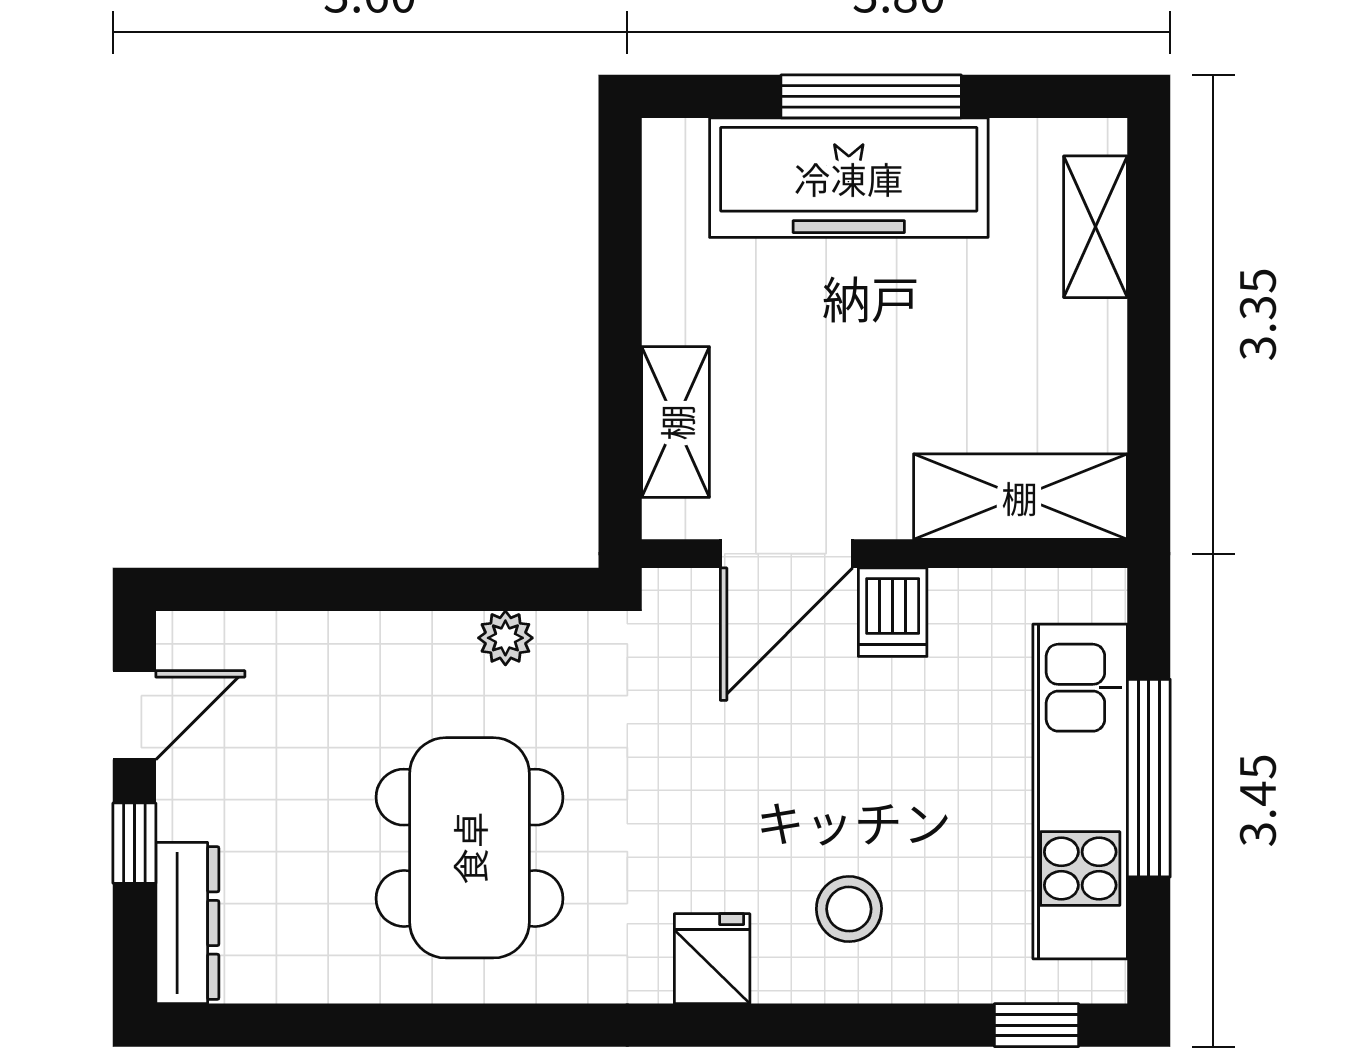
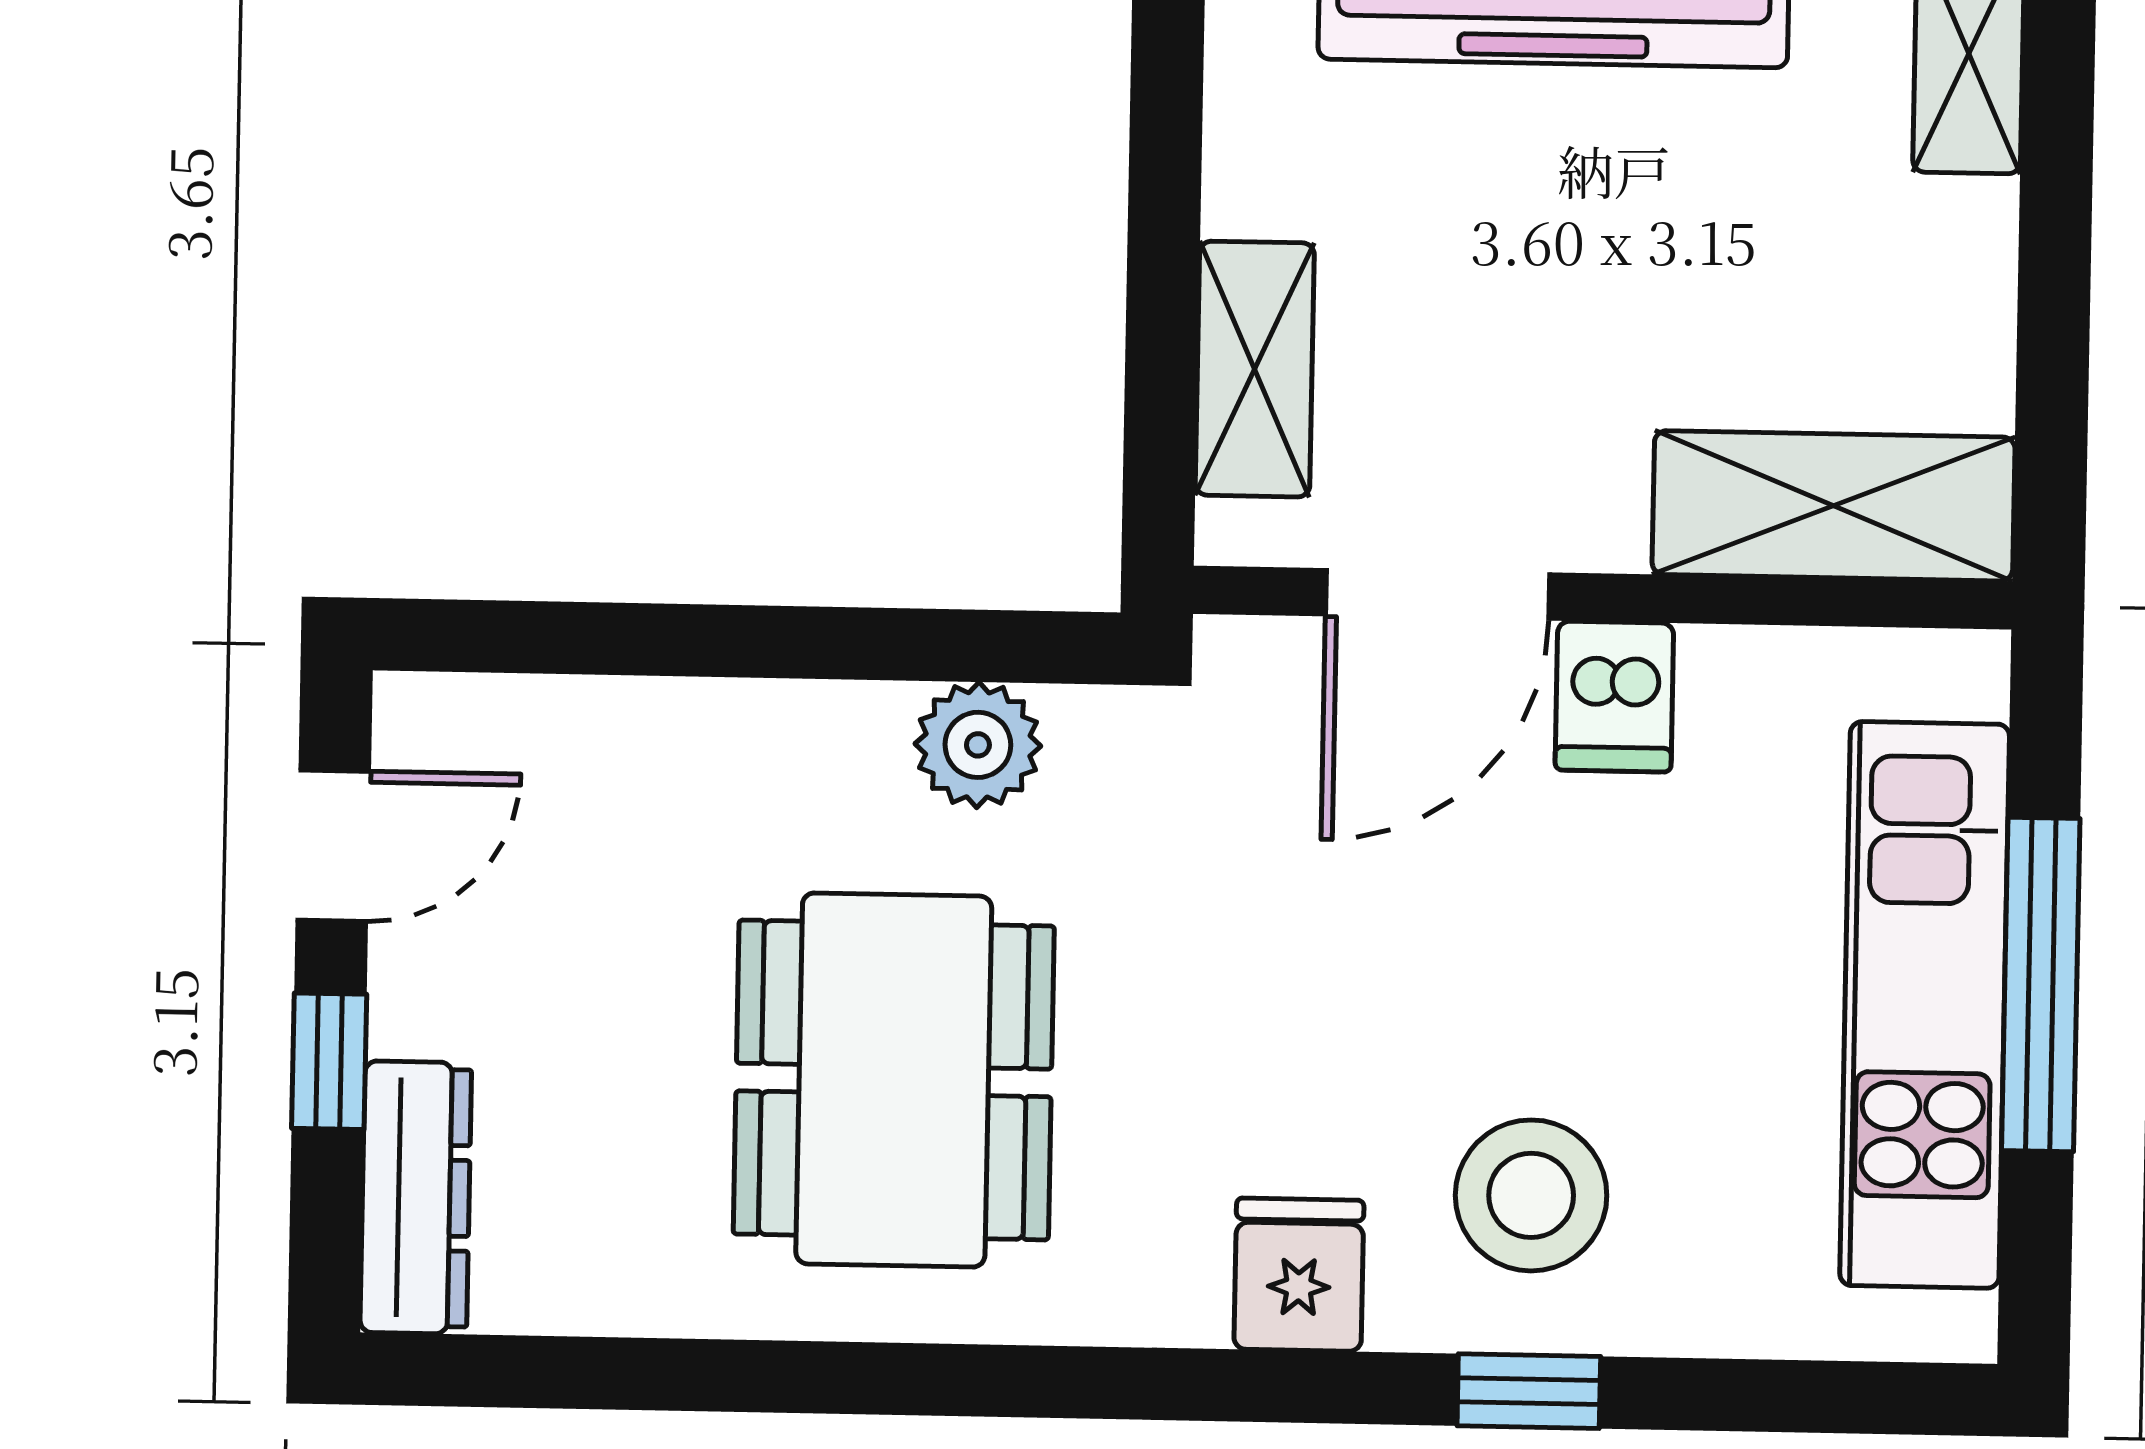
plant: (505, 638) -> (978, 745), width x1.38, depth x1.38
stool: (849, 909) -> (1531, 1195), width x1.38, depth x1.38
window: (1037, 1025) -> (1529, 1391), moved

